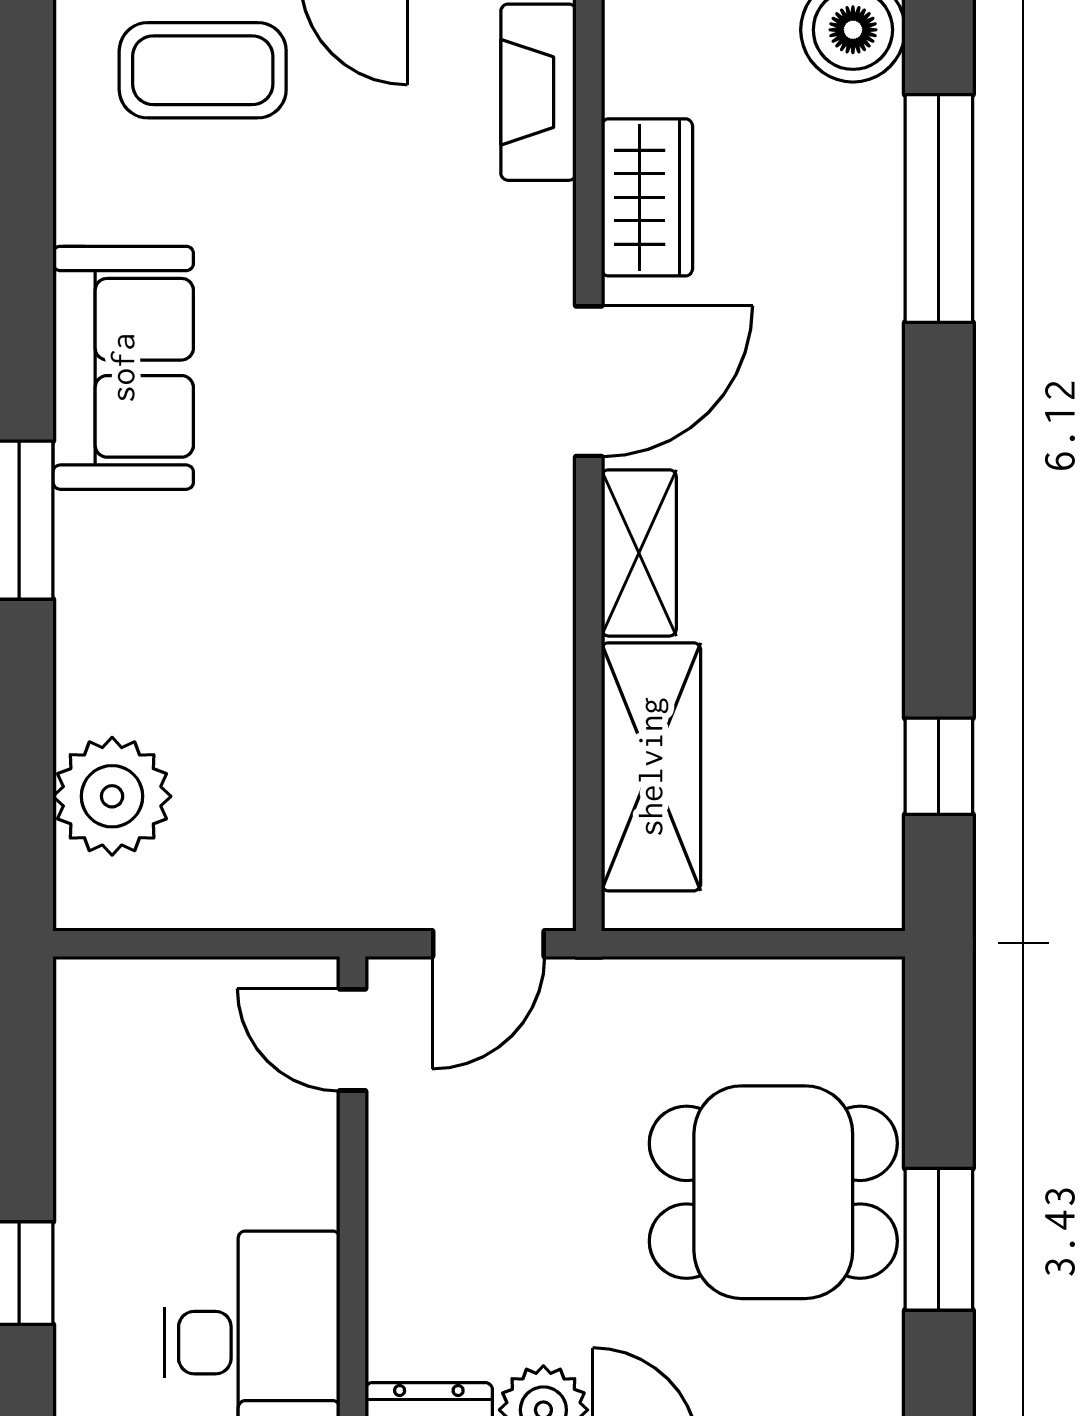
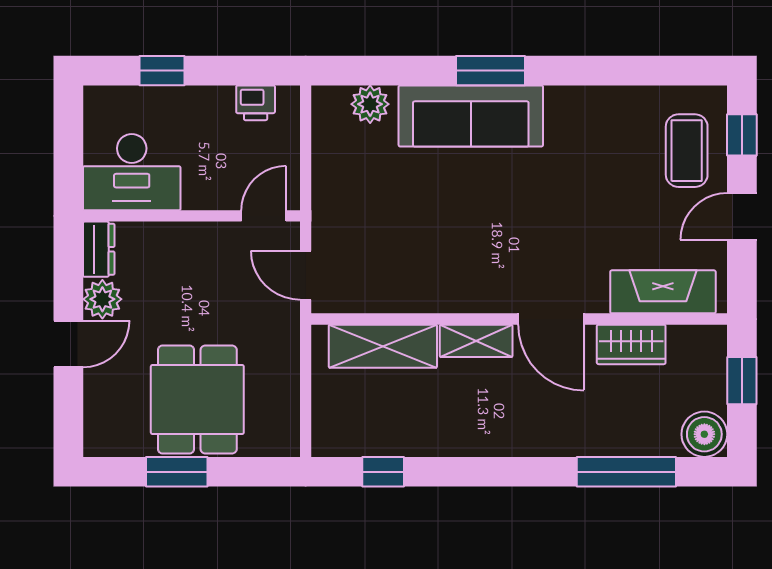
fireplace: (539, 92) -> (663, 292), width x1.37, depth x1.32
sofa: (123, 368) -> (471, 116), moved, width x1.36
plant: (112, 796) -> (370, 104), width x0.73, depth x0.73
printer: (93, 1059) -> (256, 103), added

